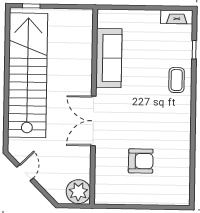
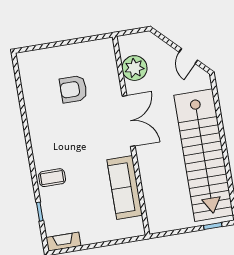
coffee table: (177, 80) -> (52, 178), turned 90
plant: (78, 192) -> (134, 68), moved

